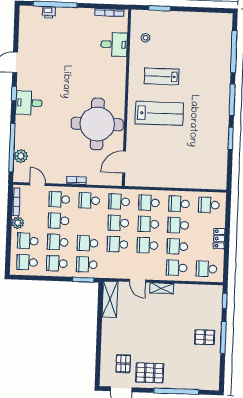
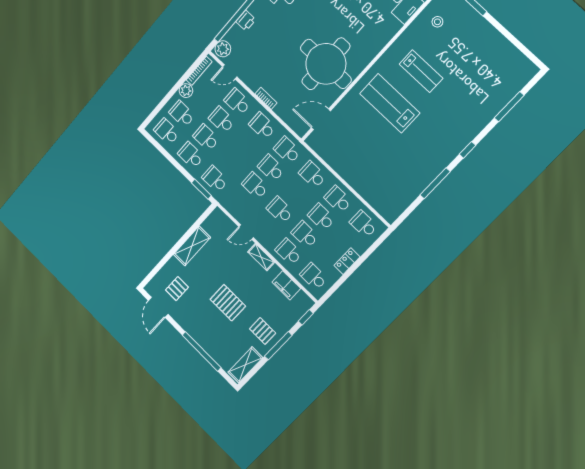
window: (234, 52) -> (509, 107), width x0.68
lab bench: (162, 76) -> (421, 71), turned 180
window: (232, 100) -> (467, 150), width x0.46
lab bench: (159, 113) -> (390, 103), turned 180
window: (231, 138) -> (435, 183), width x1.44
printer: (21, 142) -> (246, 21), added
plant: (21, 156) -> (223, 49), moved
door: (37, 184) -> (230, 72), swing flipped
school desk: (148, 224) -> (296, 192), removed
school desk: (88, 243) -> (230, 162), removed
door: (138, 281) -> (246, 232), hinge flipped
filing cabinet: (194, 291) -> (286, 285), added
shelving: (110, 299) -> (192, 246), moved
shelving: (213, 372) -> (245, 365), added
pallet: (150, 373) -> (228, 303), moved

